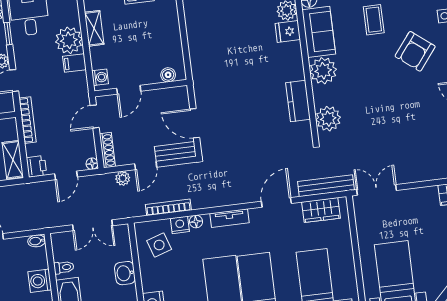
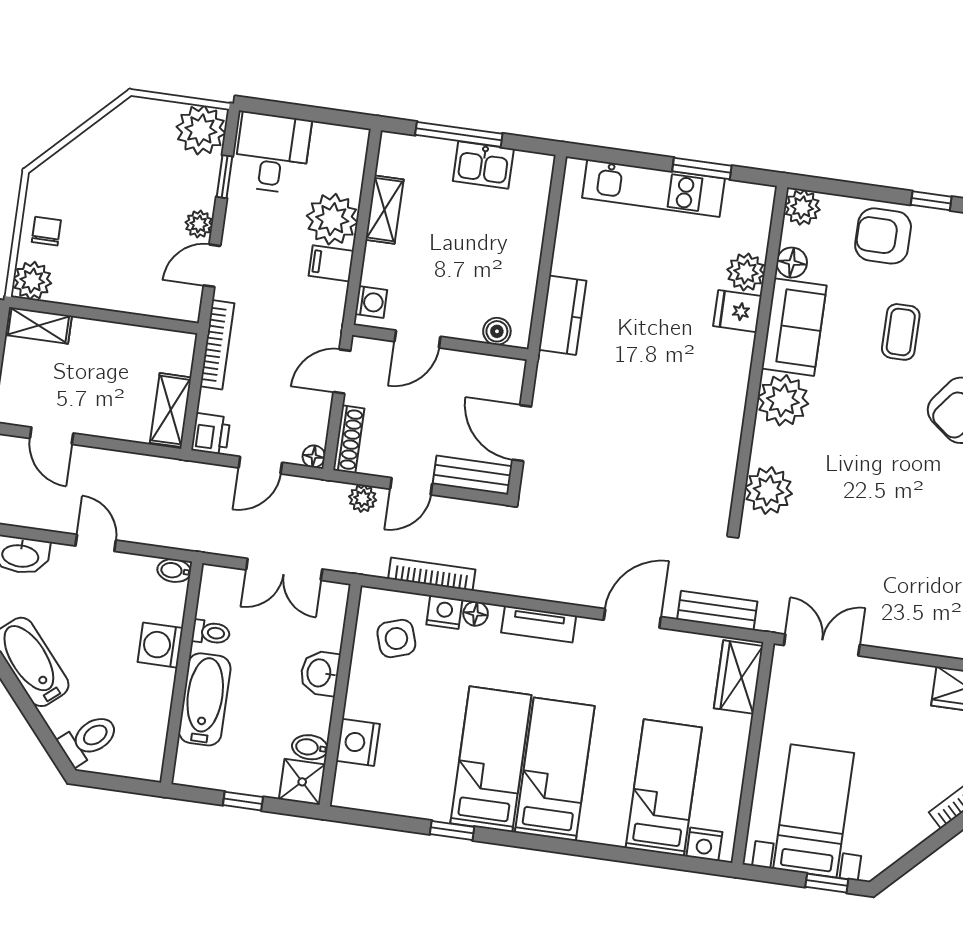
kitchen counter: (298, 101) -> (562, 315), moved, turned 180
bench: (326, 186) -> (717, 610), width x0.73
wardrobe: (321, 210) -> (738, 677), moved, turned 90

